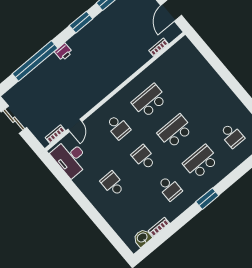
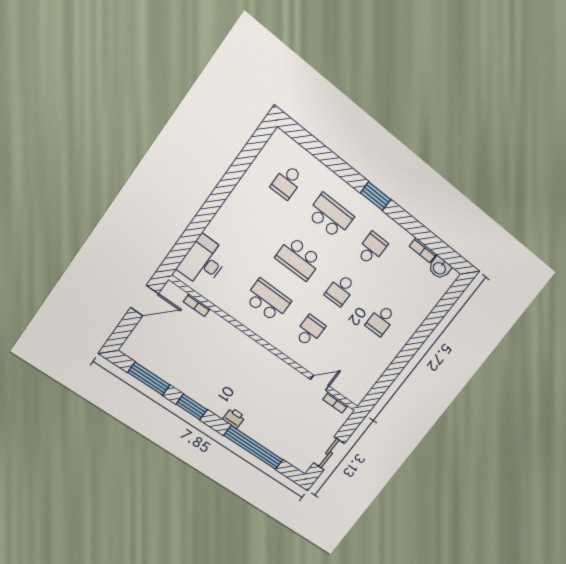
school desk: (149, 101) -> (268, 300), turned 180
school desk: (232, 136) -> (287, 182), turned 180
desk: (70, 158) -> (203, 261), moved, turned 180
school desk: (201, 162) -> (330, 216), turned 180

